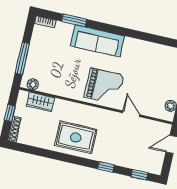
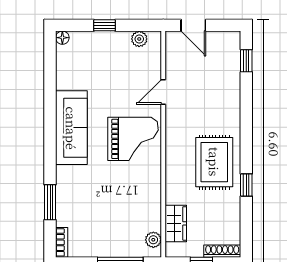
sofa: (97, 41) -> (71, 128), moved
grand piano: (104, 86) -> (133, 139), turned 90
window: (106, 167) -> (246, 185), moved

